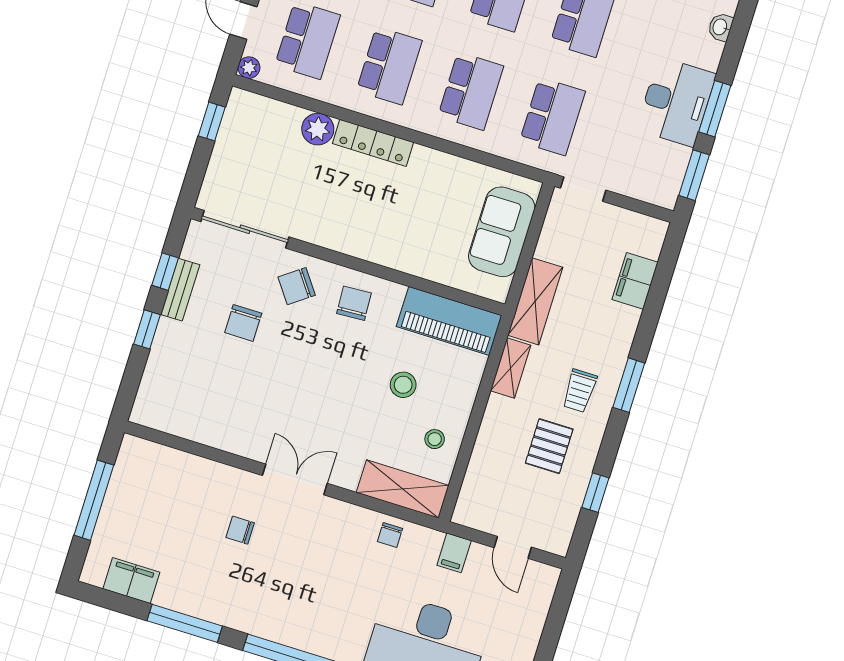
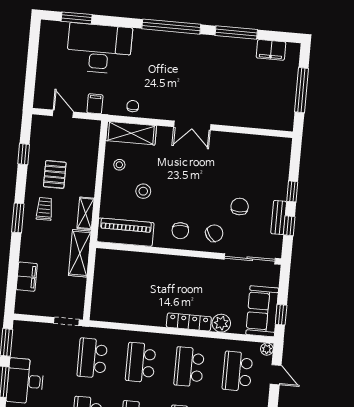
sofa: (502, 232) -> (262, 311), moved, turned 180
chair: (240, 530) -> (217, 91), removed

